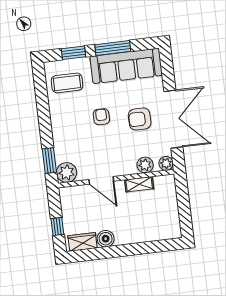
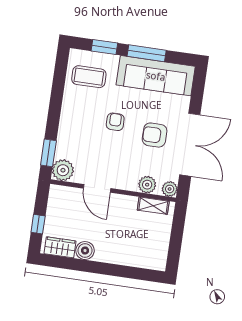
shelving: (139, 184) -> (153, 206), moved

